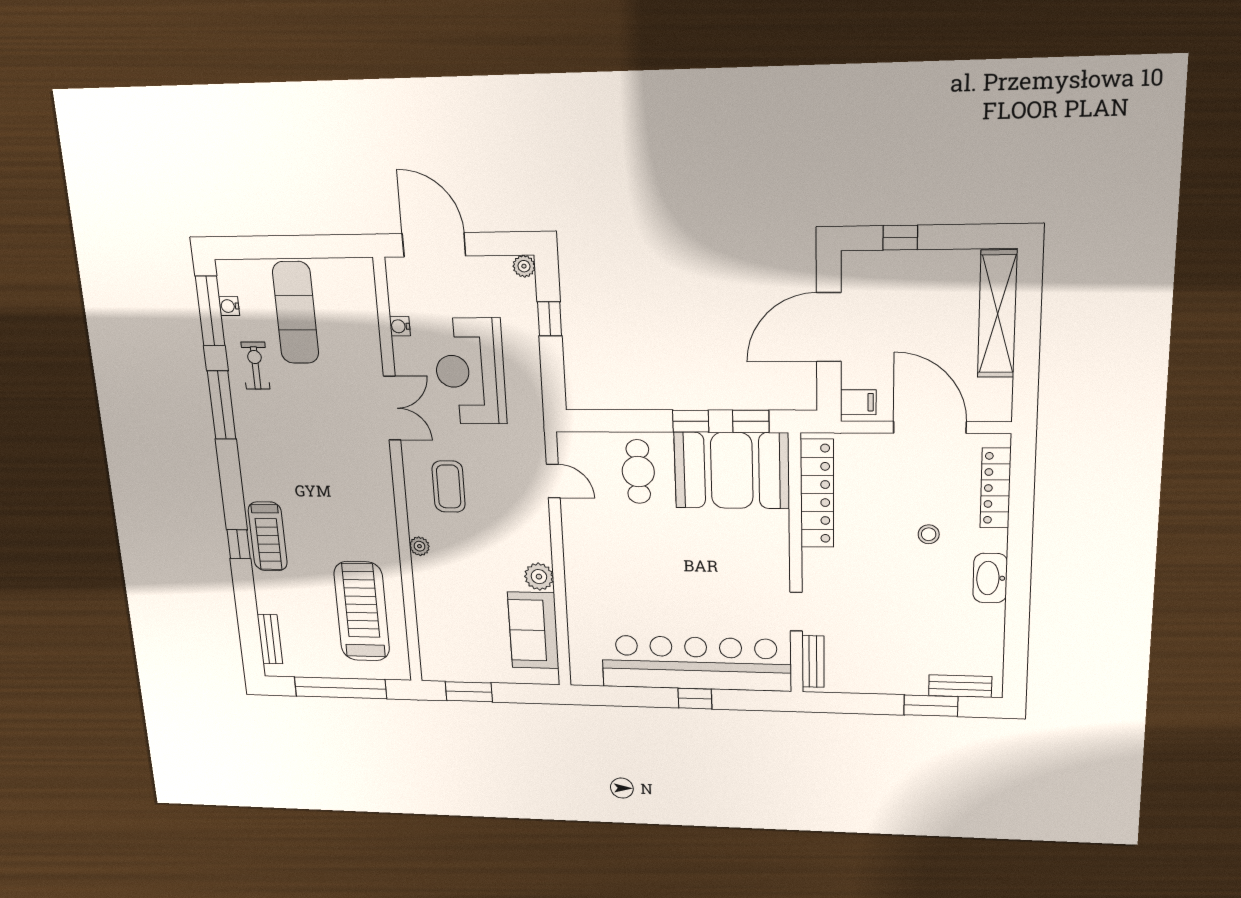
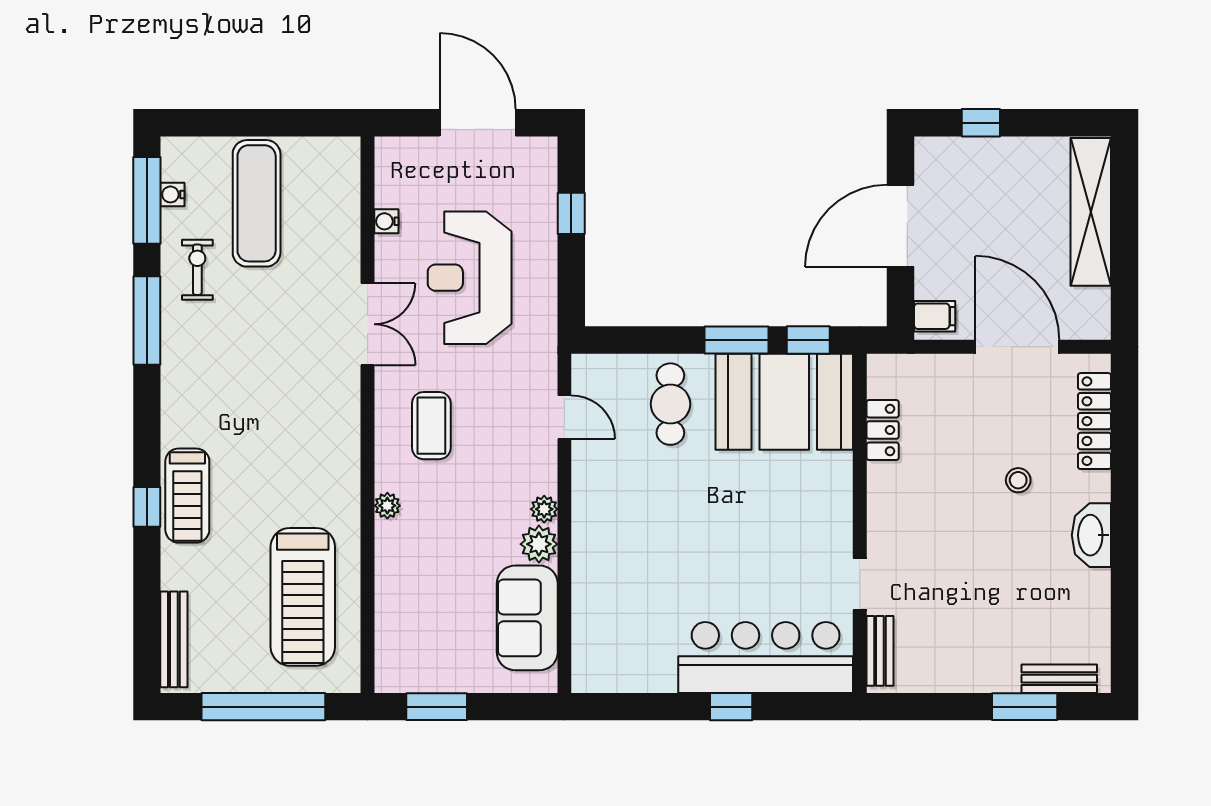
door: (434, 245) -> (478, 123), moved
plant: (524, 266) -> (544, 509), moved
window: (691, 421) -> (736, 340), width x1.50
locker: (817, 493) -> (883, 430), width x0.46, depth x0.83
treadmill: (362, 611) -> (303, 597), turned 180
bench: (270, 639) -> (174, 639), width x1.36
bar counter: (696, 663) -> (766, 657), width x0.73

